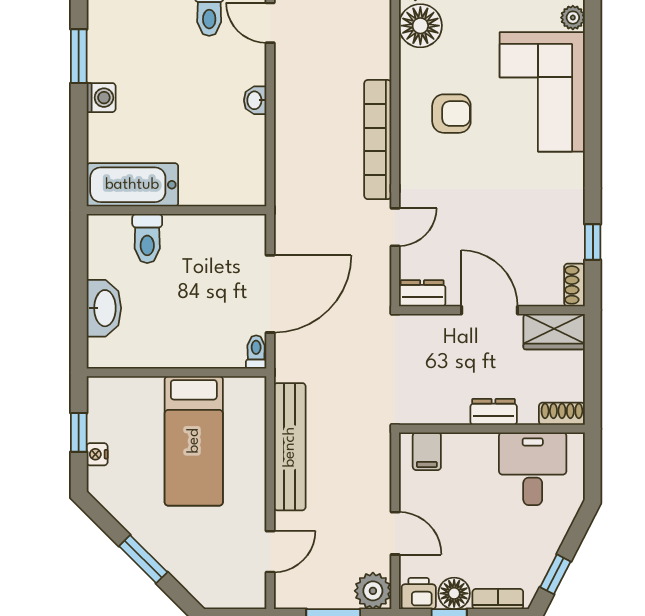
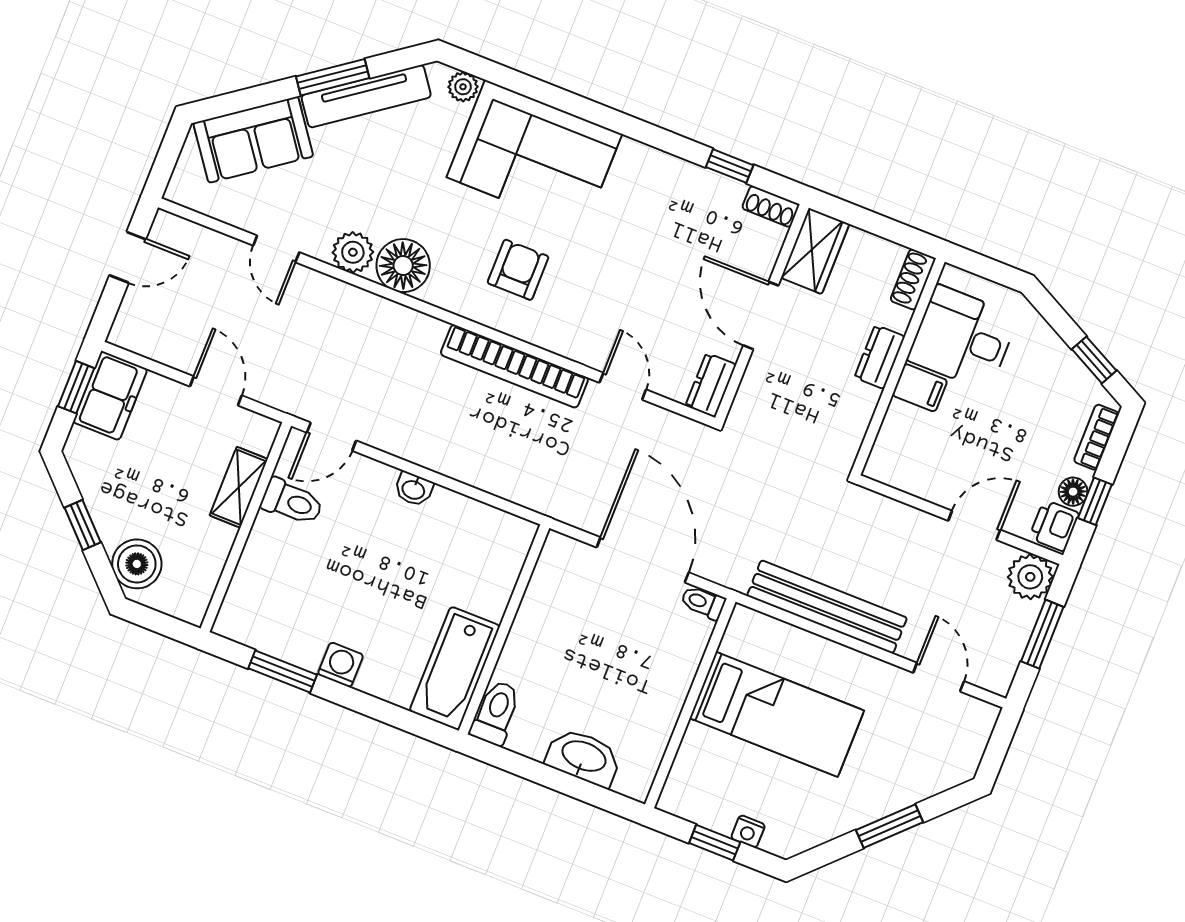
toilet: (147, 239) -> (496, 713), moved, turned -90
door: (489, 310) -> (761, 315), hinge flipped
filing cabinet: (427, 451) -> (920, 388), moved
floor lamp: (454, 593) -> (1073, 492), width x0.73, depth x0.73

